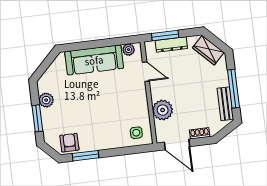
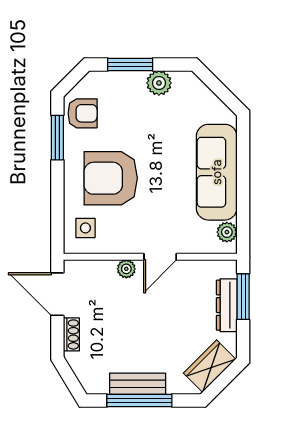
door: (146, 72) -> (160, 257), moved
bench: (225, 104) -> (138, 384), moved
plant: (163, 110) -> (126, 269), width x0.53, depth x0.53
armchair: (105, 122) -> (111, 178), added
door: (177, 144) -> (57, 294), hinge flipped

